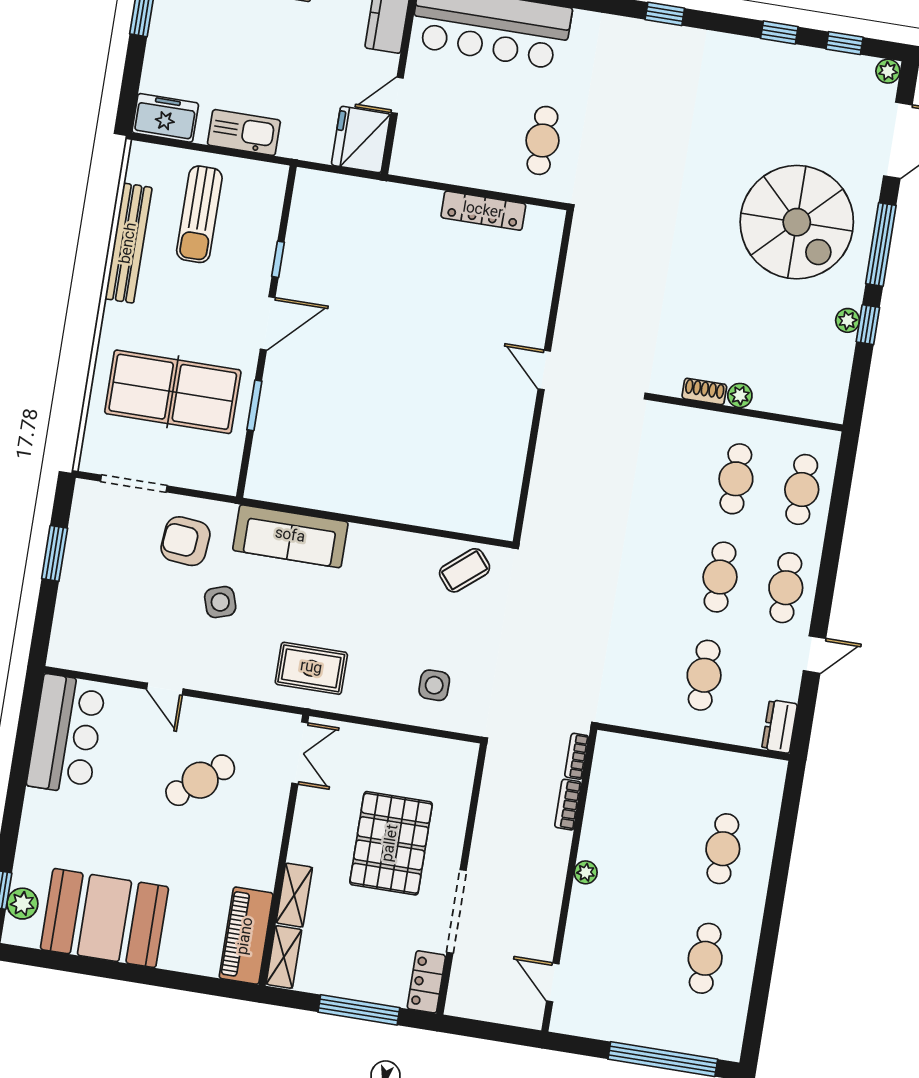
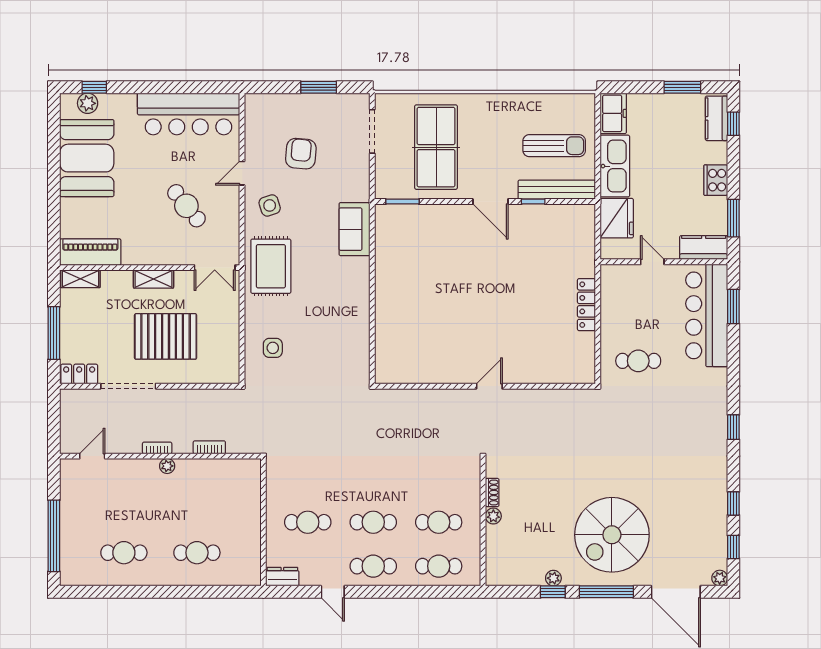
kitchen sink: (244, 133) -> (615, 166), width x1.36, depth x1.24
fridge: (361, 140) -> (617, 218), moved, turned 90
locker: (483, 211) -> (586, 305), moved
sun lounger: (199, 214) -> (554, 146), turned 180
bench: (129, 243) -> (557, 190), moved
window: (254, 405) -> (402, 202), moved
sofa: (290, 536) -> (355, 229), width x0.73
armchair: (186, 541) -> (301, 154), moved
coffee table: (465, 570) -> (351, 355), removed
side table: (220, 602) -> (270, 205), moved
rug: (311, 668) -> (271, 266), width x1.36, depth x1.43
bar counter: (66, 734) -> (188, 114), width x1.36
bookcase: (577, 756) -> (157, 448), moved
shelving: (294, 895) -> (153, 279), moved

